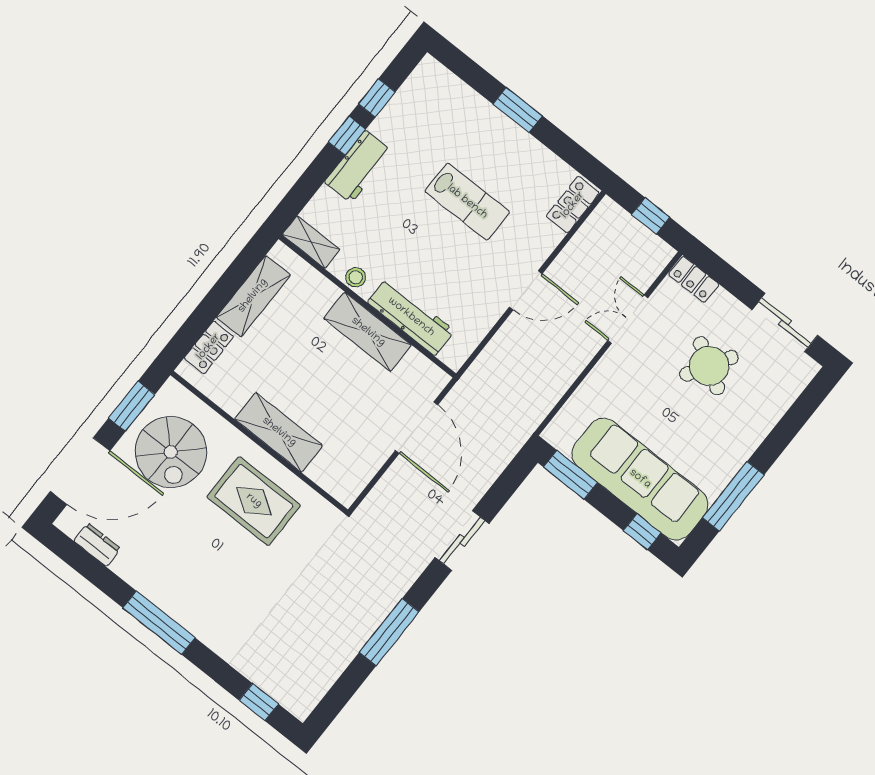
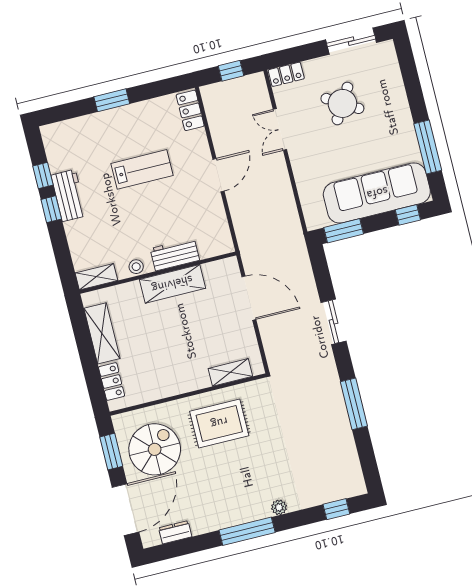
workbench: (358, 167) -> (69, 195), moved
workbench: (411, 317) -> (175, 254), width x0.73
shelving: (279, 432) -> (230, 372), moved, width x0.67, depth x0.75
spiral stairs: (171, 452) -> (155, 449), turned -90
plant: (212, 638) -> (279, 507), added

